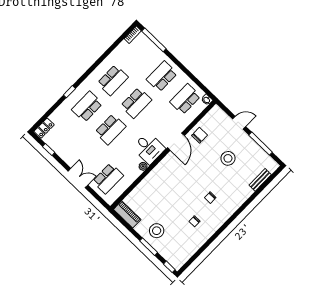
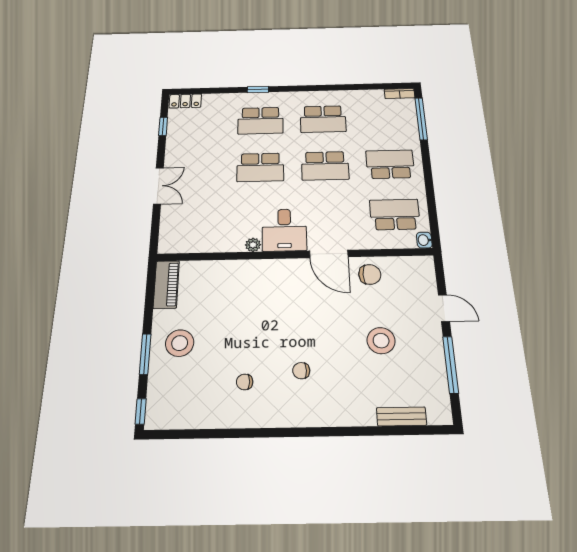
school desk: (87, 107) -> (260, 121), turned 180
door: (176, 142) -> (329, 254), hinge flipped
school desk: (108, 178) -> (193, 219), removed

